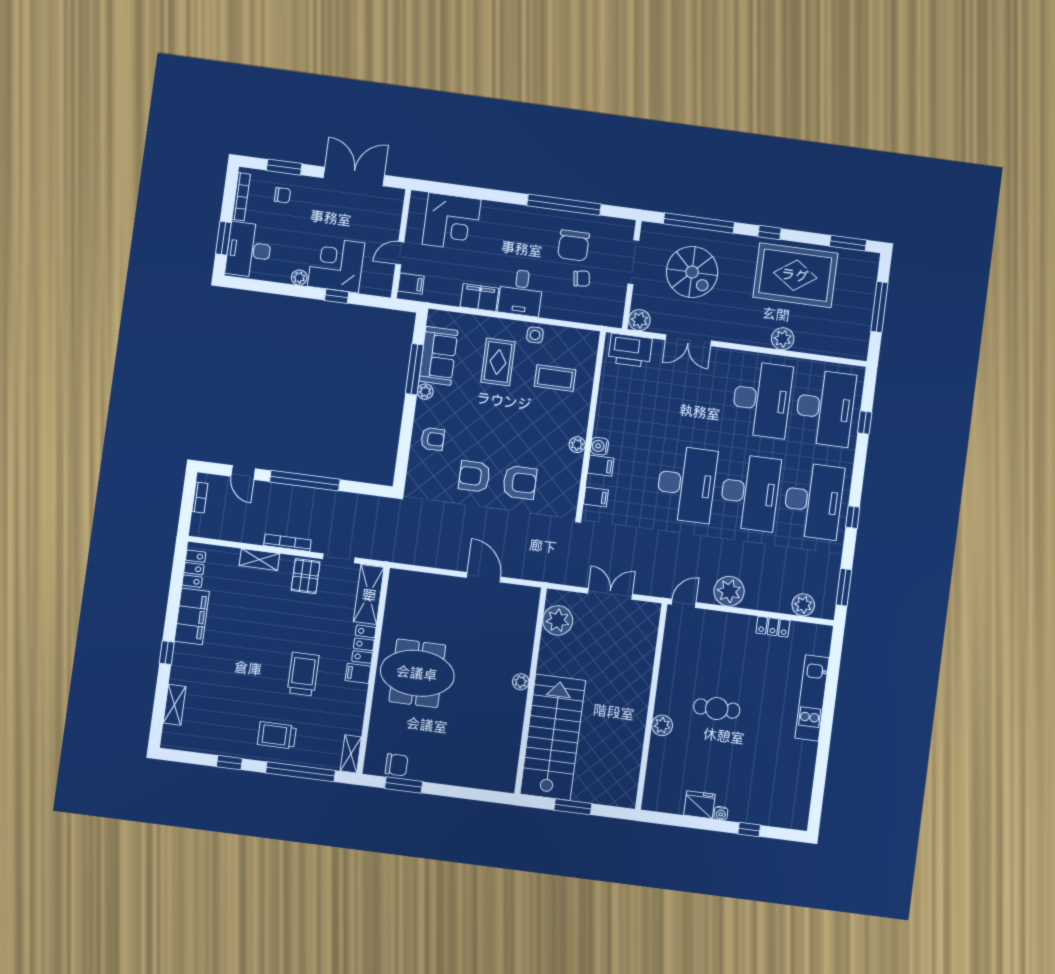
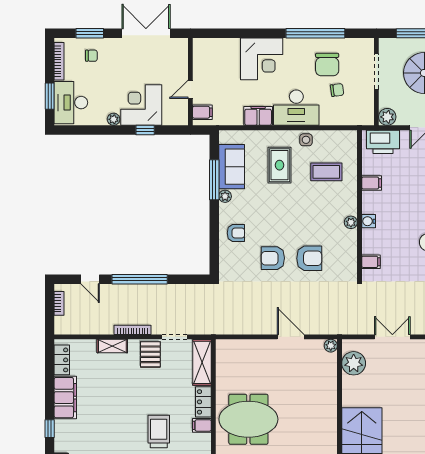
corner desk: (452, 222) -> (262, 59), moved
desk: (521, 293) -> (296, 108), width x1.37
filing cabinet: (601, 466) -> (372, 183), moved
plant: (521, 682) -> (331, 346), moved

